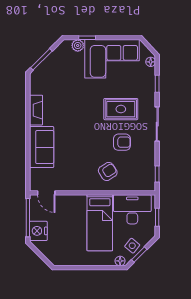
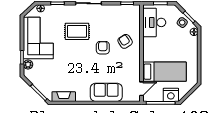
rug: (121, 109) -> (77, 31), turned 90
fireplace: (36, 110) -> (64, 97), moved
armchair: (122, 142) -> (103, 48), moved
bed: (100, 223) -> (165, 72), moved

